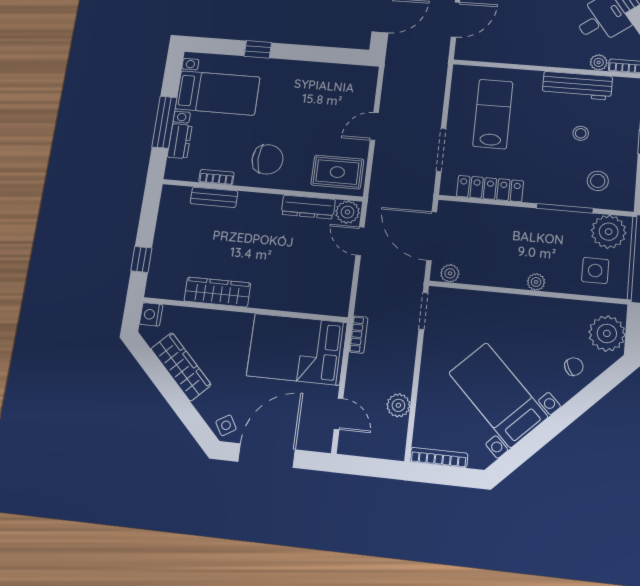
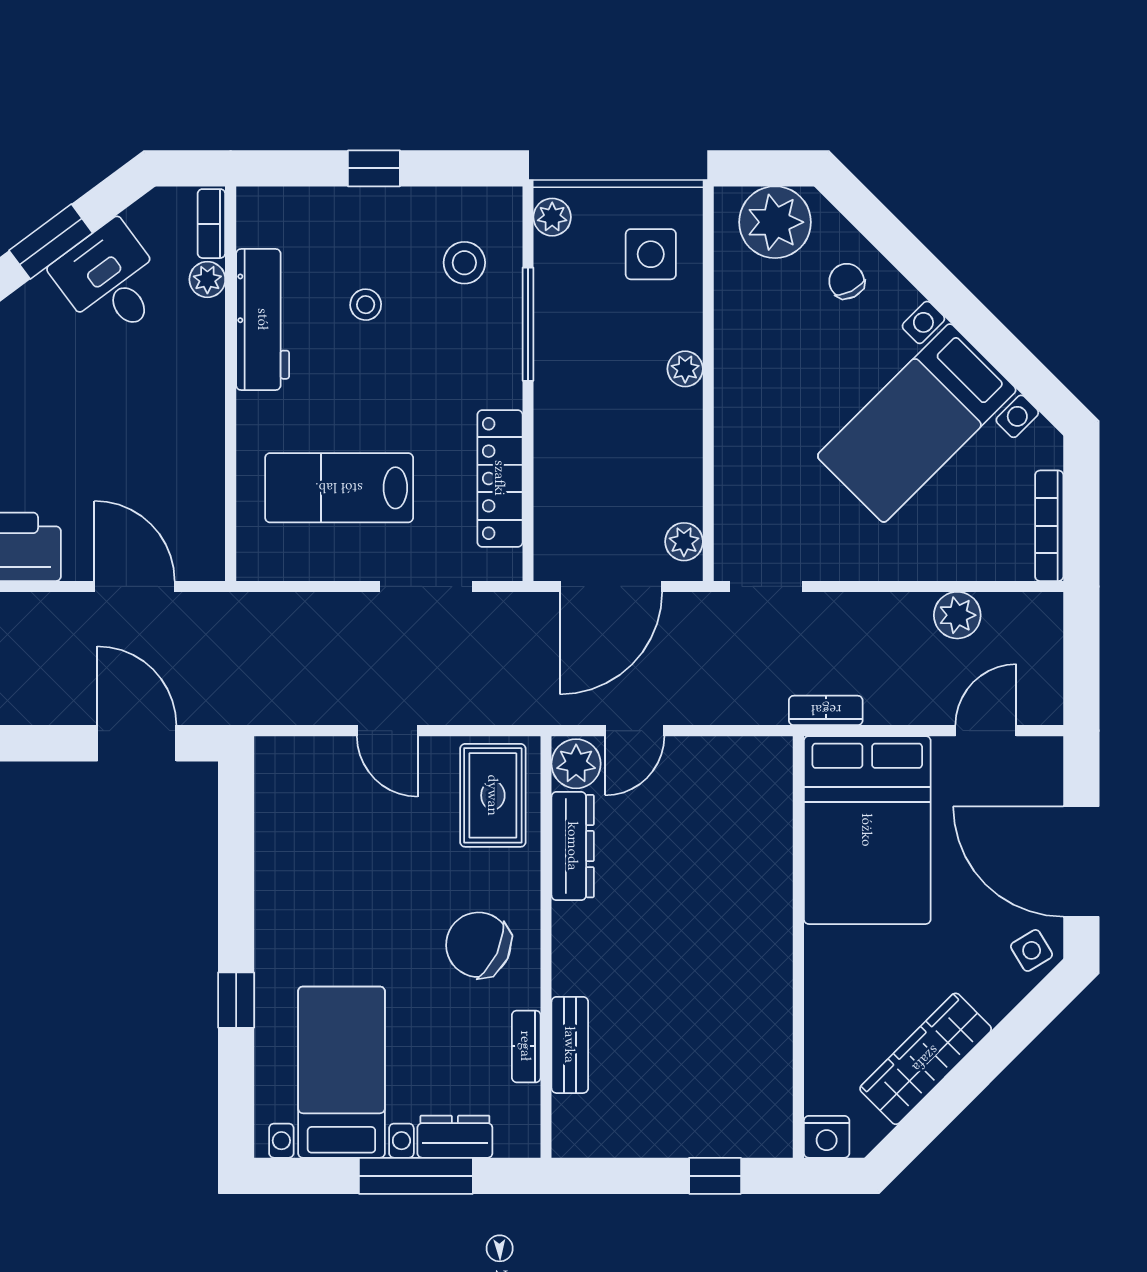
chair: (268, 159) -> (478, 945), turned -65
plant: (609, 232) -> (552, 217), width x0.53, depth x0.53
wardrobe: (217, 292) -> (768, 1008), removed

